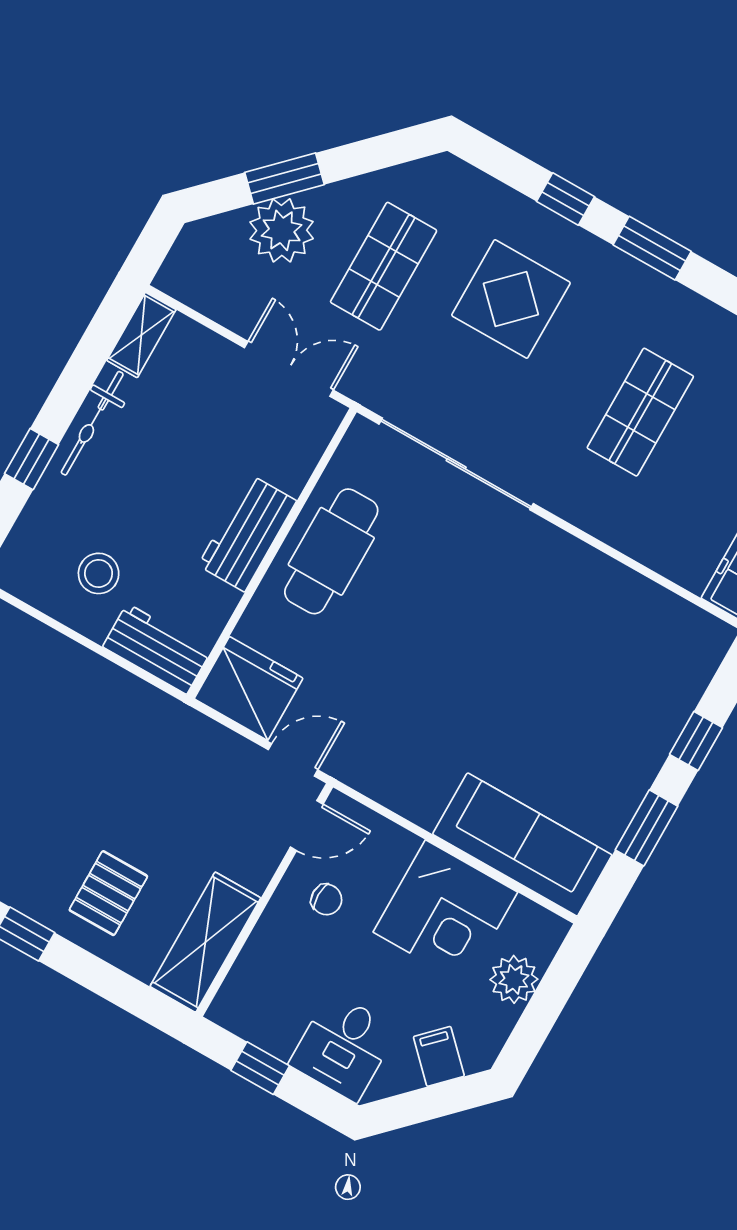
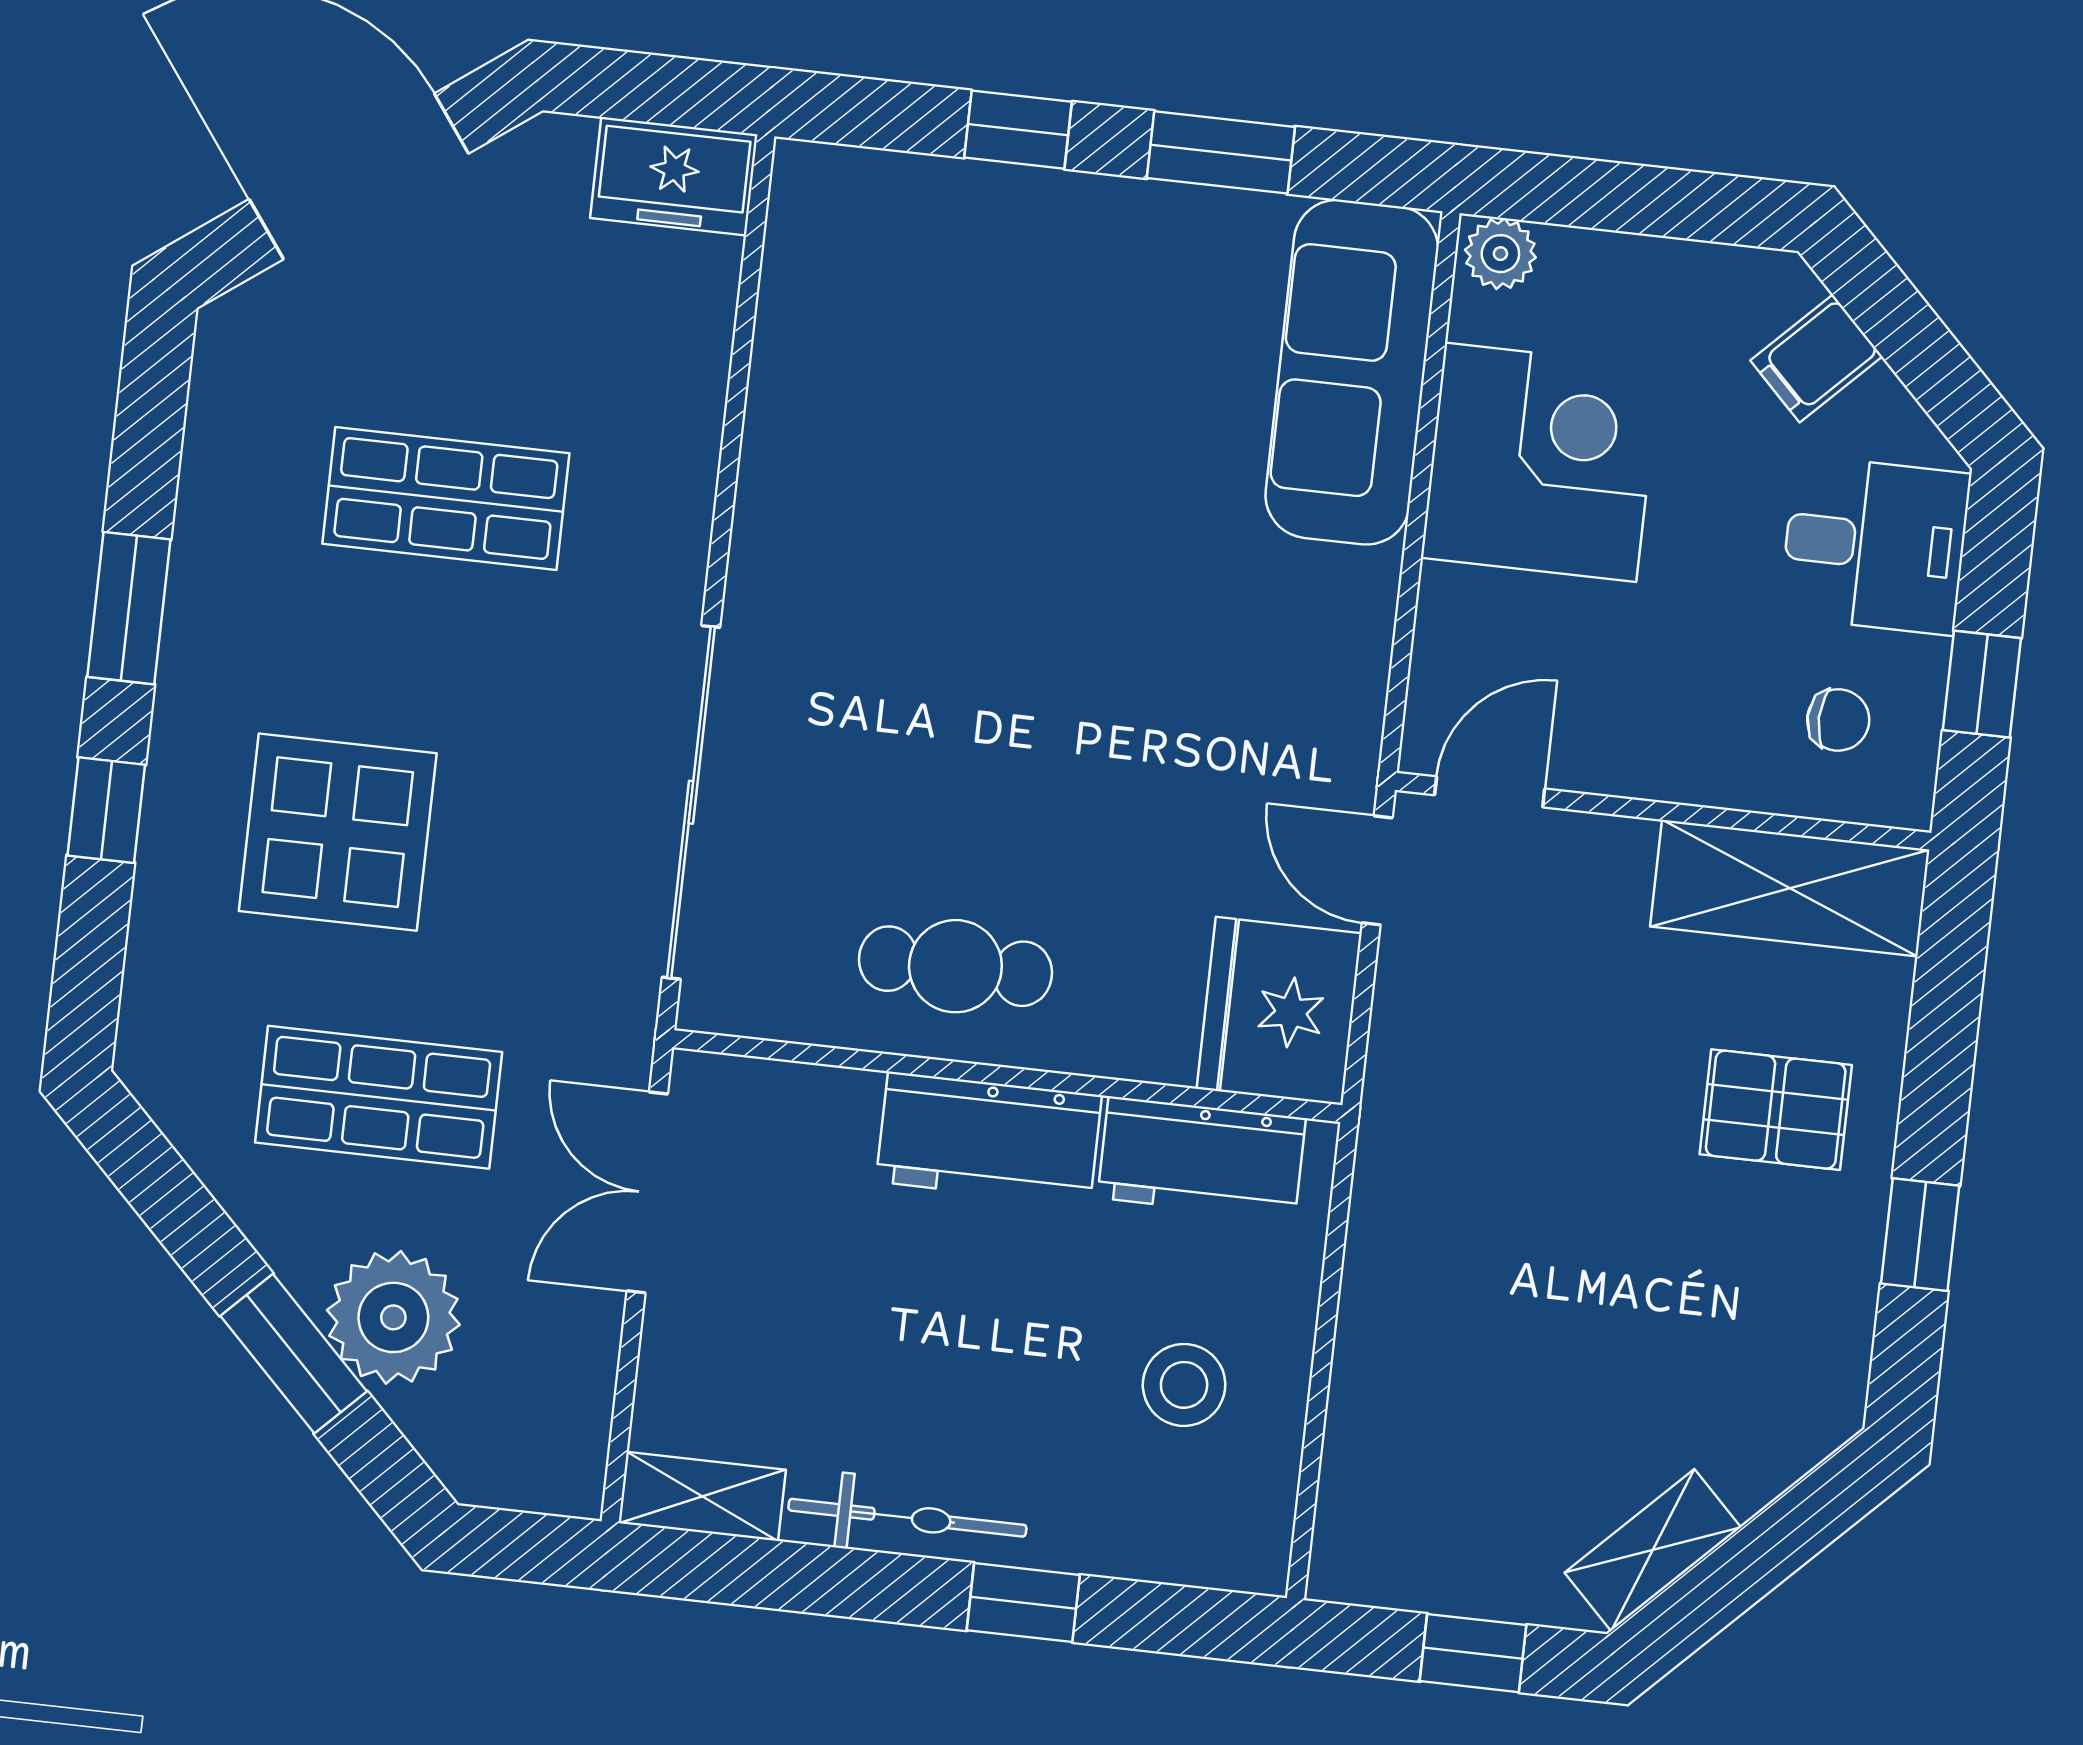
cafe table: (331, 551) -> (955, 966), width x0.73, depth x0.74
workbench: (157, 649) -> (1202, 1158), moved, turned -90
door: (307, 826) -> (1490, 792), hinge flipped
chair: (326, 900) -> (1838, 720), moved, turned 91
plant: (514, 979) -> (1500, 254), moved, width x0.73, depth x0.73

